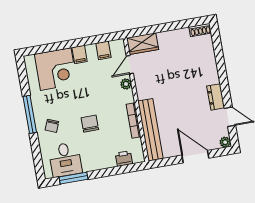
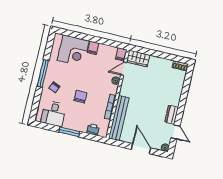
filing cabinet: (103, 50) -> (121, 54), moved
window: (74, 178) -> (69, 132), moved

